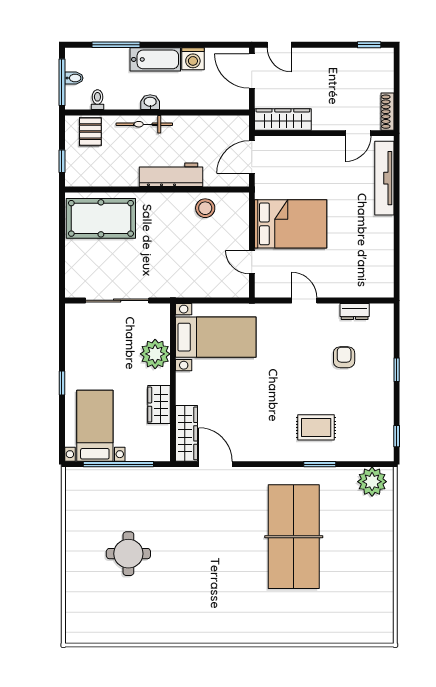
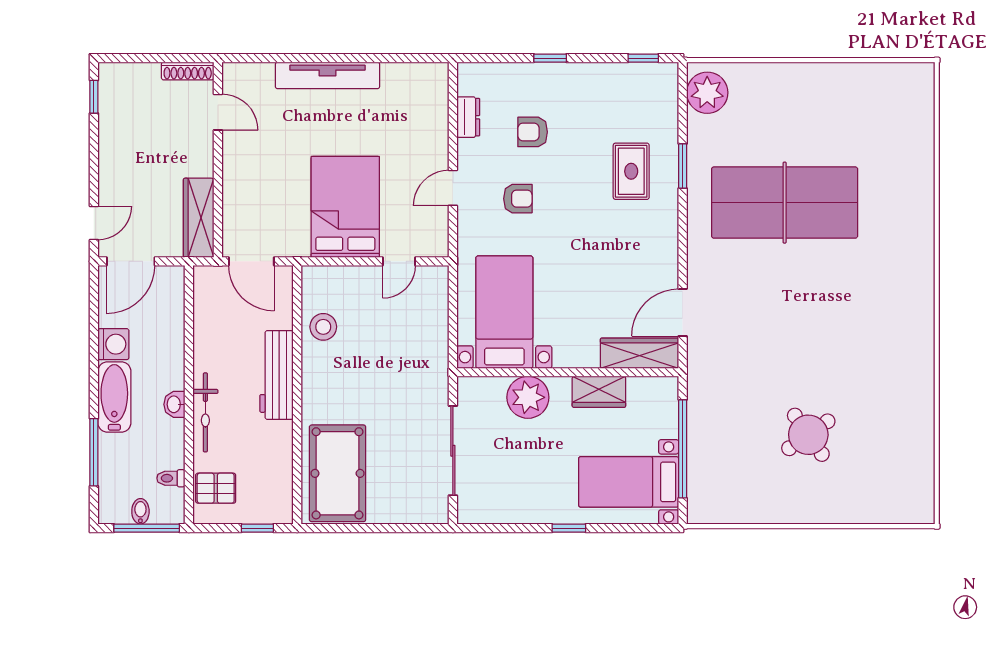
tv unit: (384, 178) -> (327, 75), moved
armchair: (297, 347) -> (518, 199), added
round table: (128, 554) -> (808, 435), turned -35

